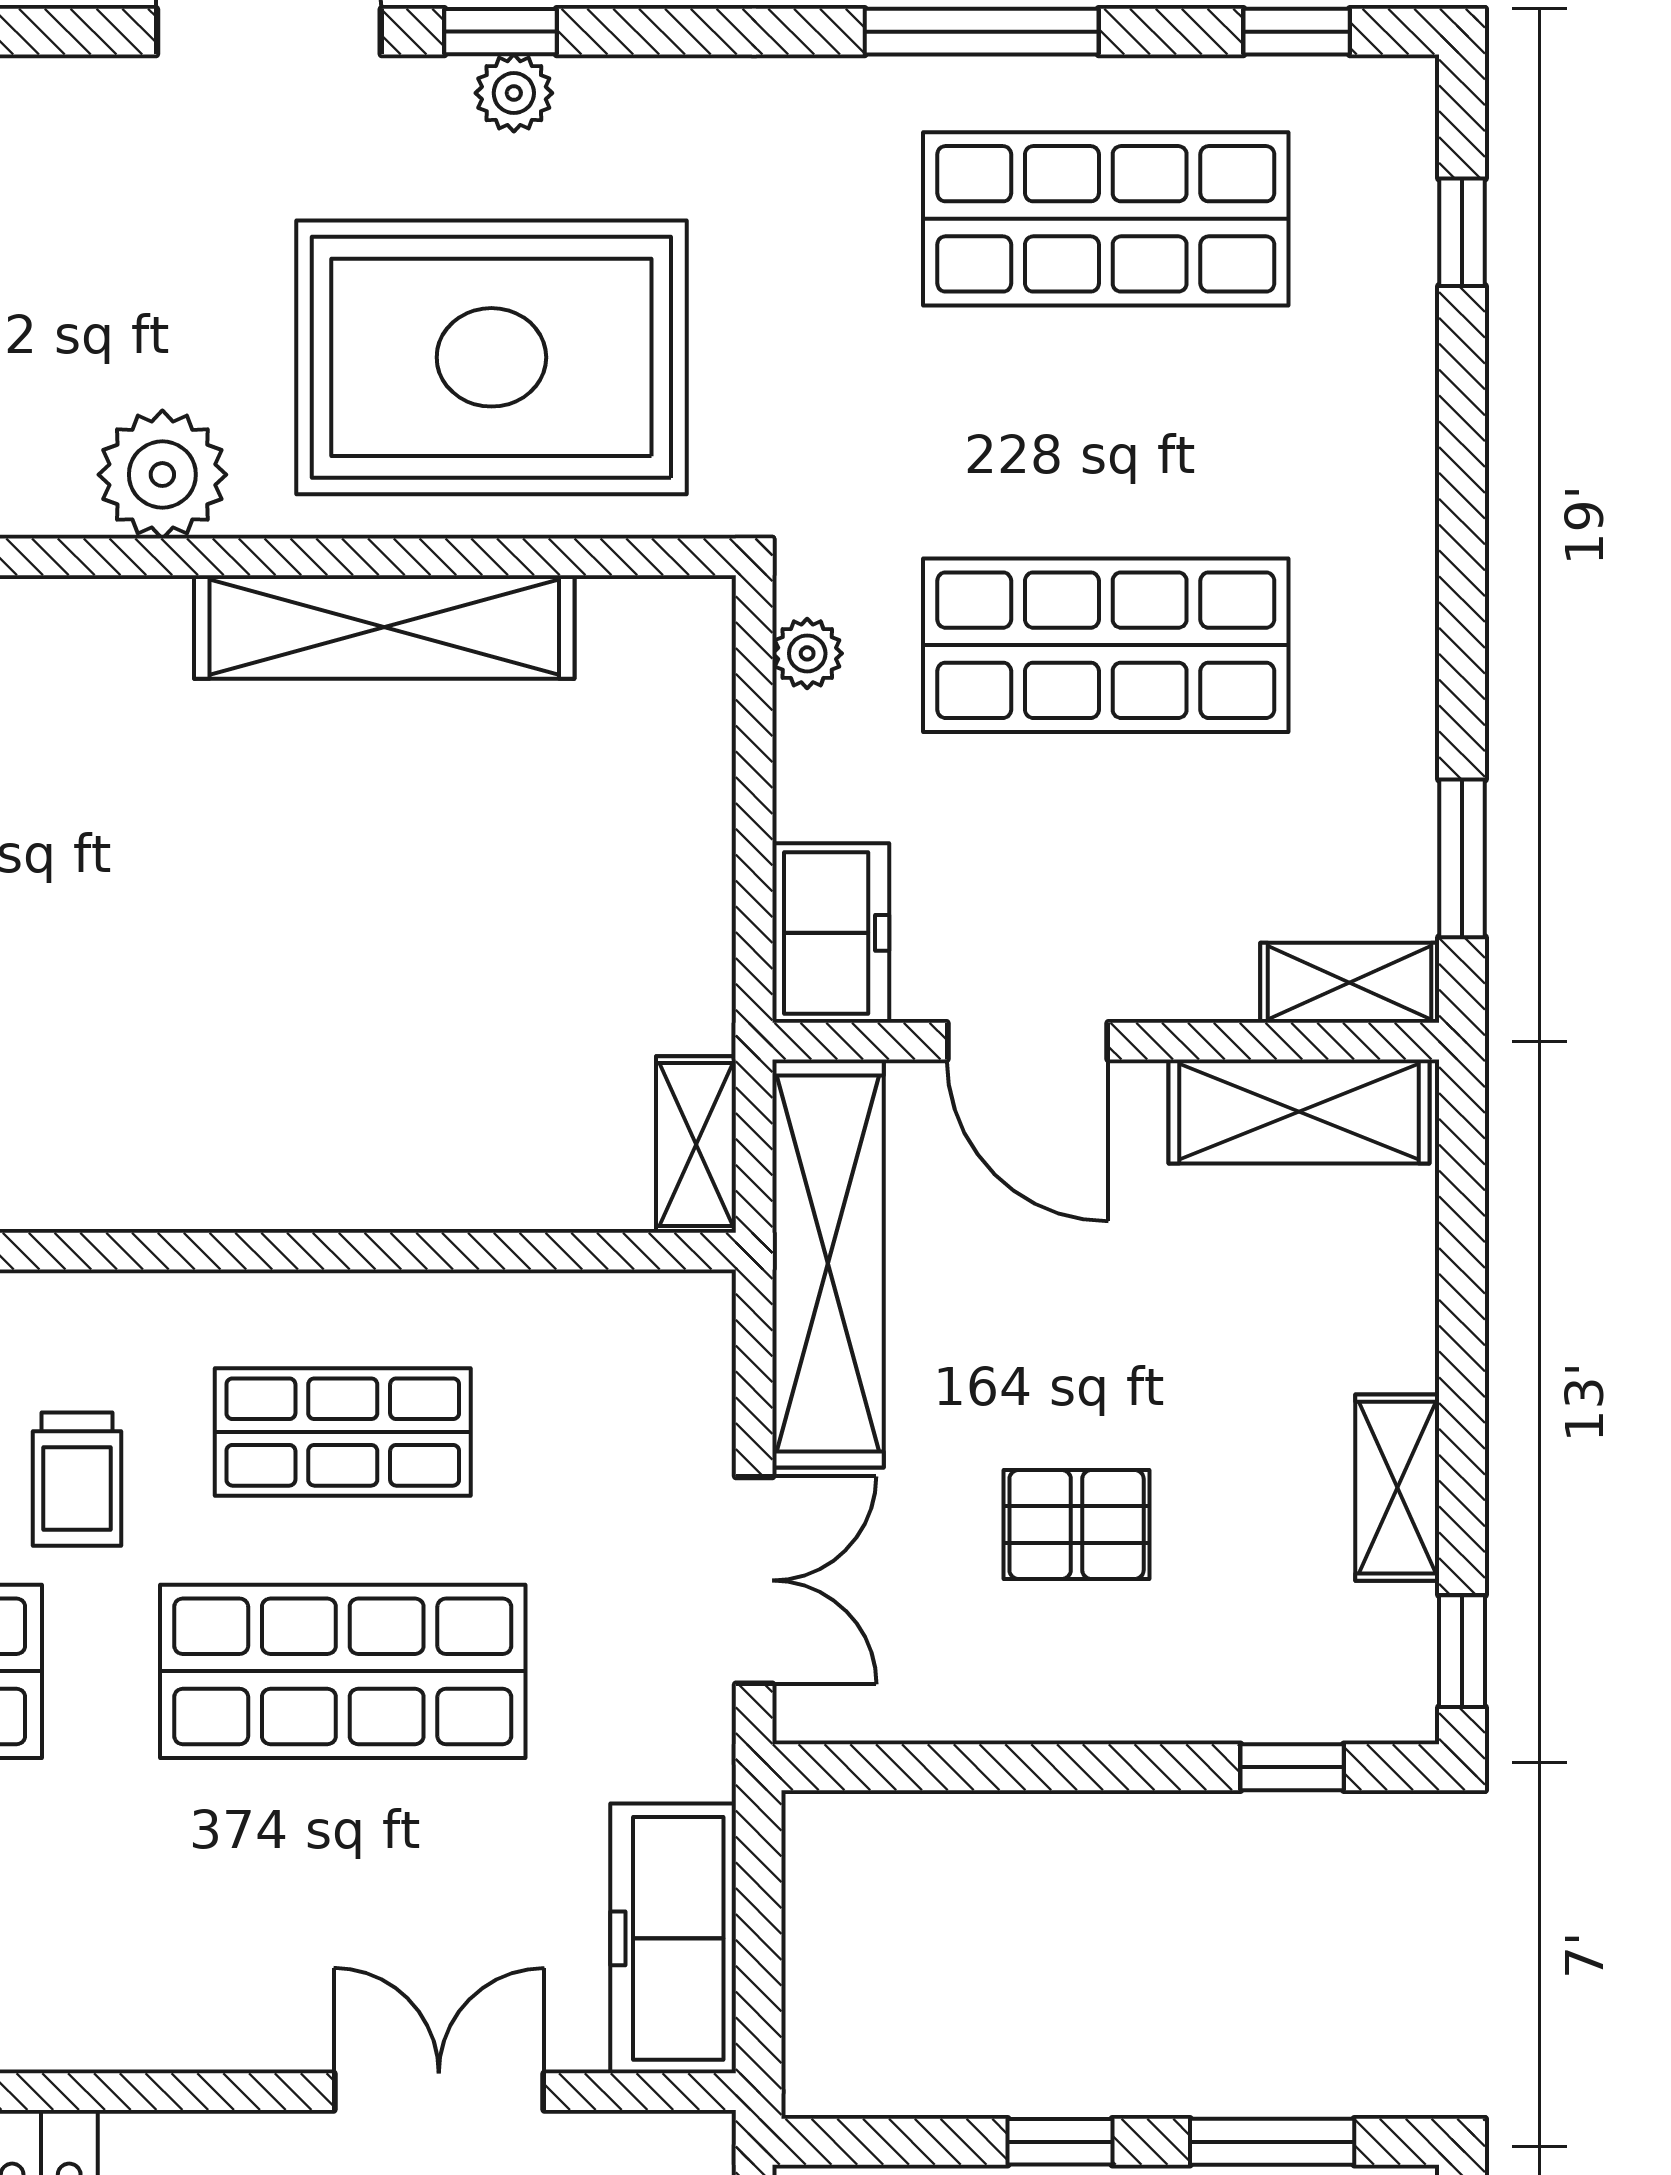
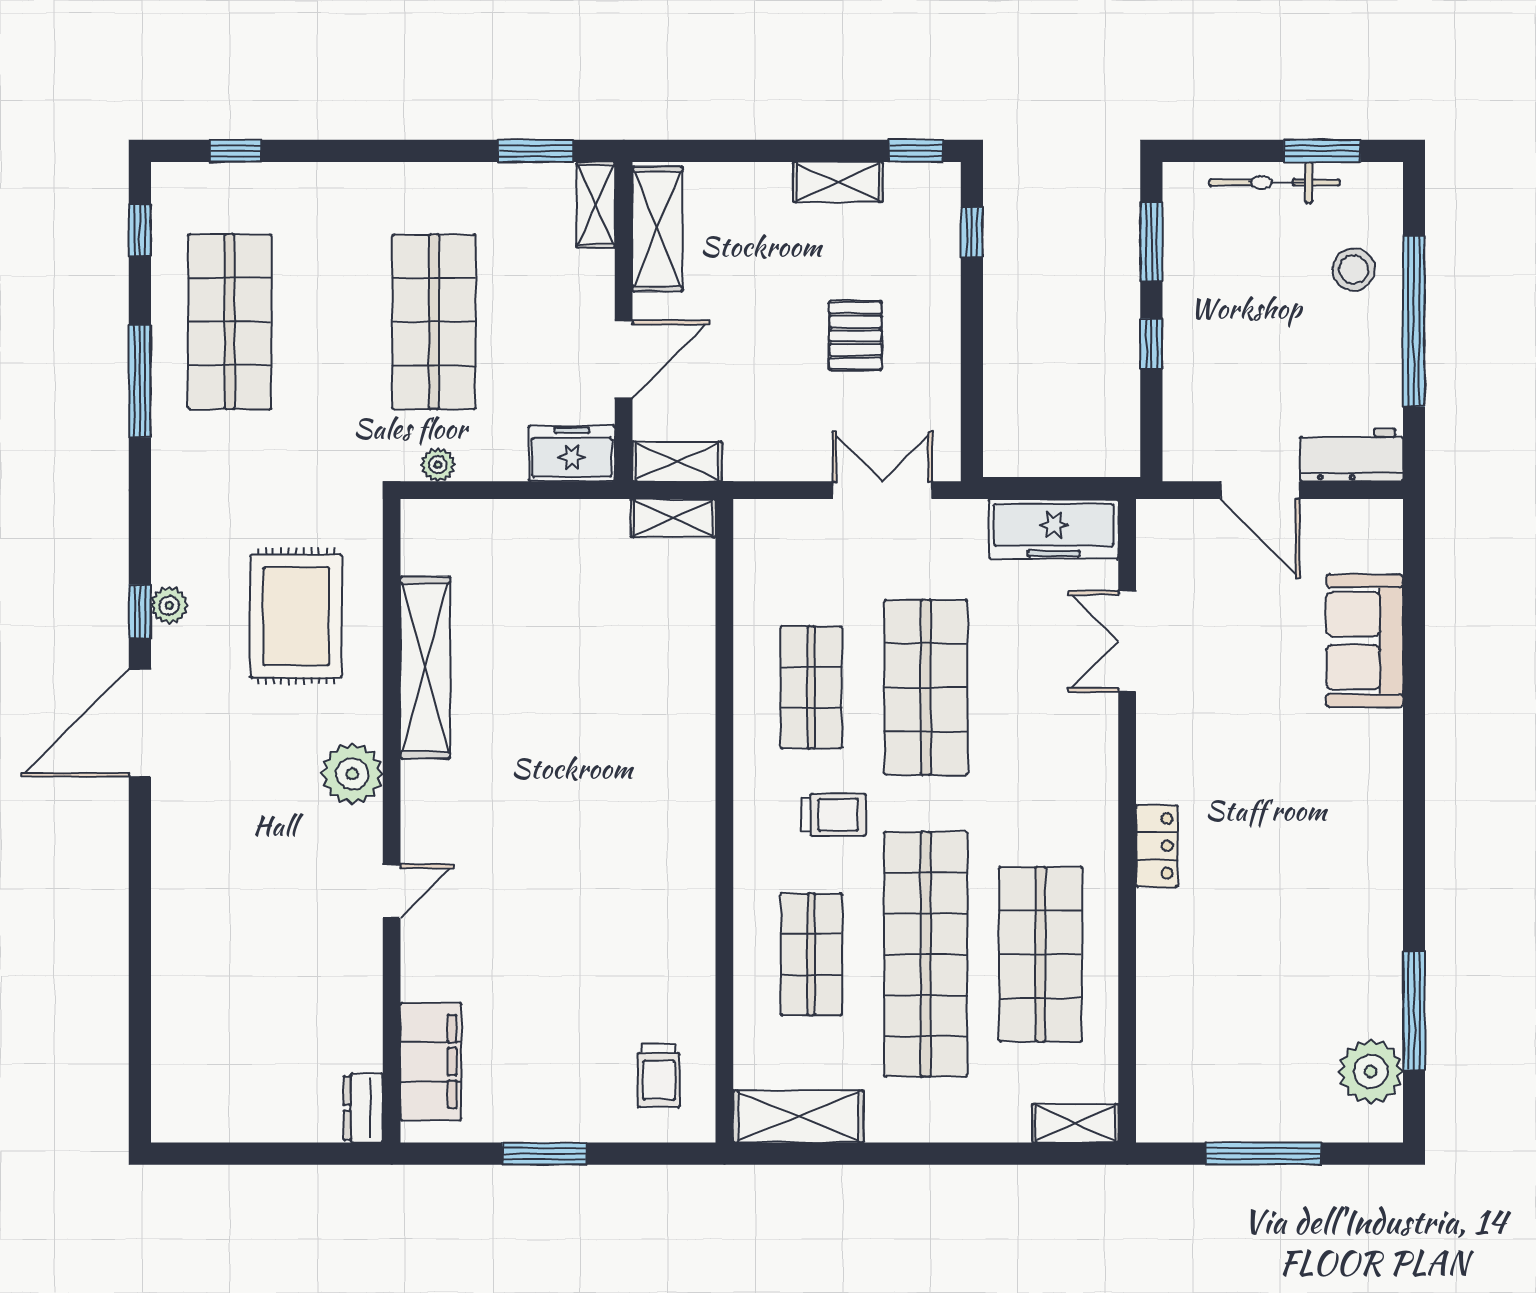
rug: (491, 357) -> (296, 616), width x0.73, depth x0.69
shelving: (828, 1264) -> (677, 461), width x0.45, depth x0.75

